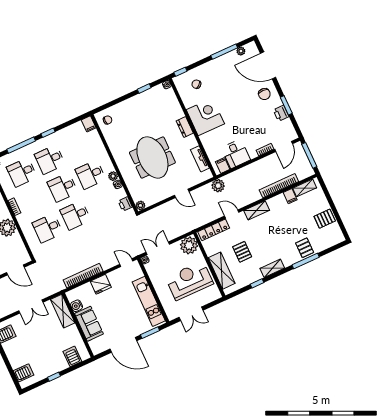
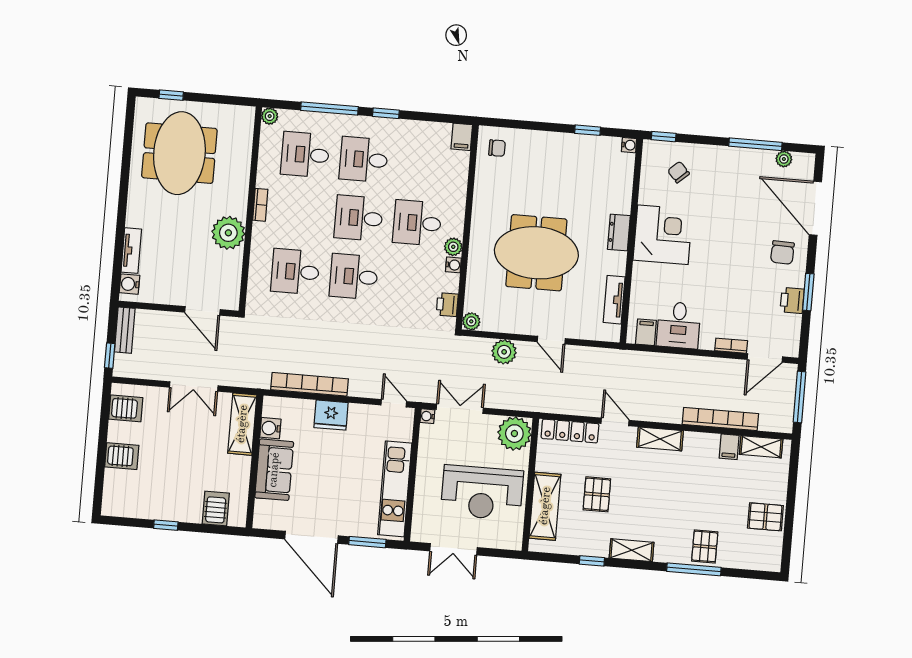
meeting table: (152, 157) -> (536, 253), turned 90
plant: (218, 186) -> (504, 352), moved
reception desk: (189, 281) -> (482, 493), turned 180
server rack: (24, 373) -> (122, 456), moved

